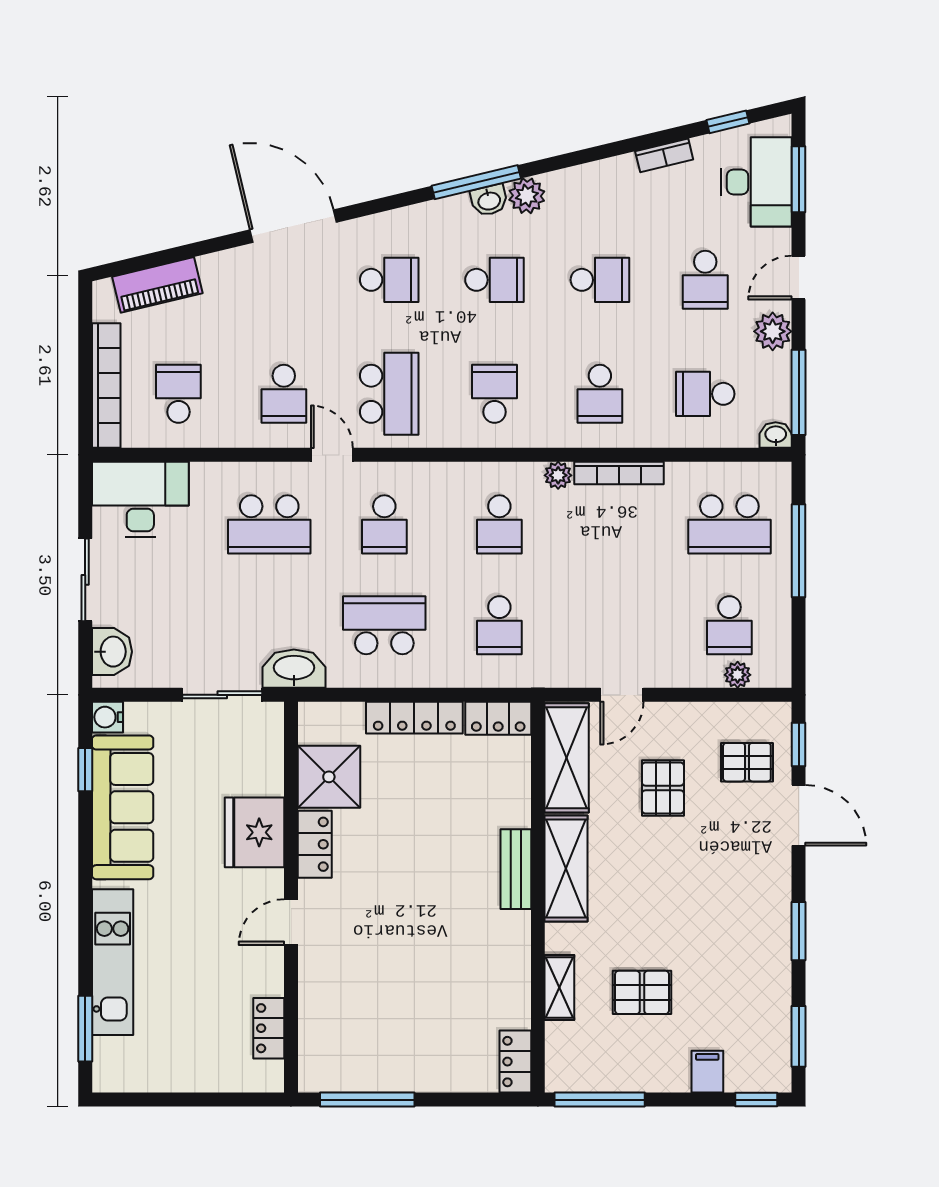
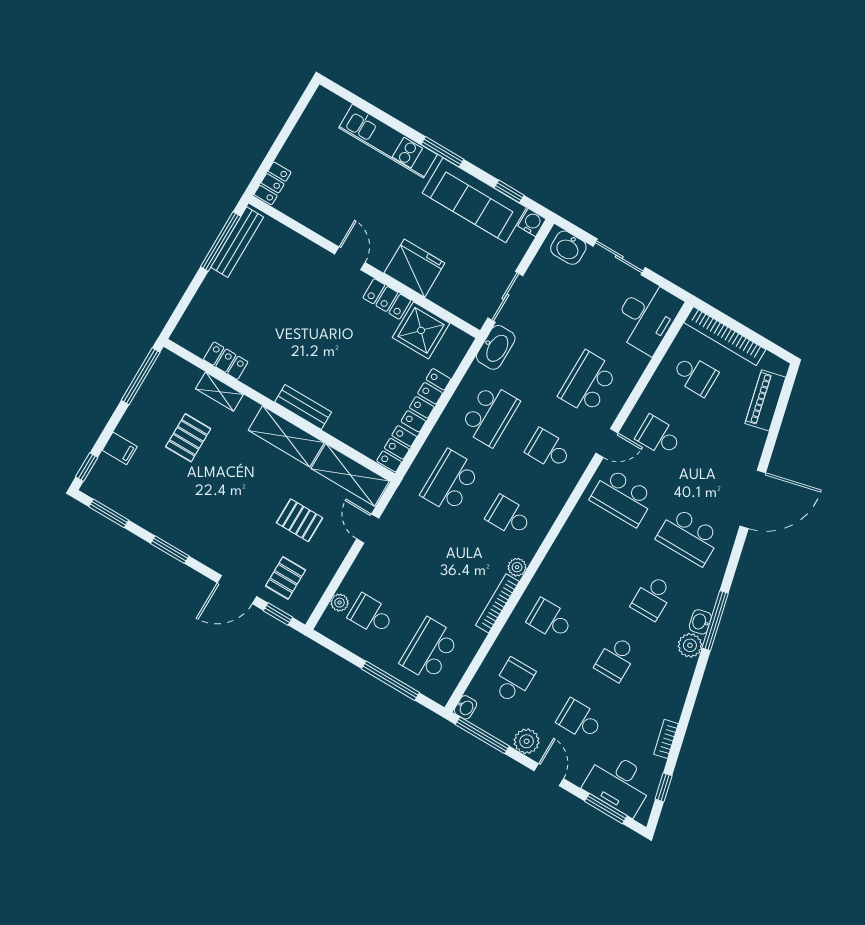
school desk: (389, 280) -> (689, 537), width x1.85
school desk: (495, 394) -> (586, 558), removed
school desk: (499, 625) -> (450, 481), width x1.85
locker: (269, 1028) -> (273, 183), moved, turned 90
window: (85, 1029) -> (442, 152), moved
locker: (515, 1062) -> (226, 361), moved
bench: (355, 1078) -> (237, 242), added

